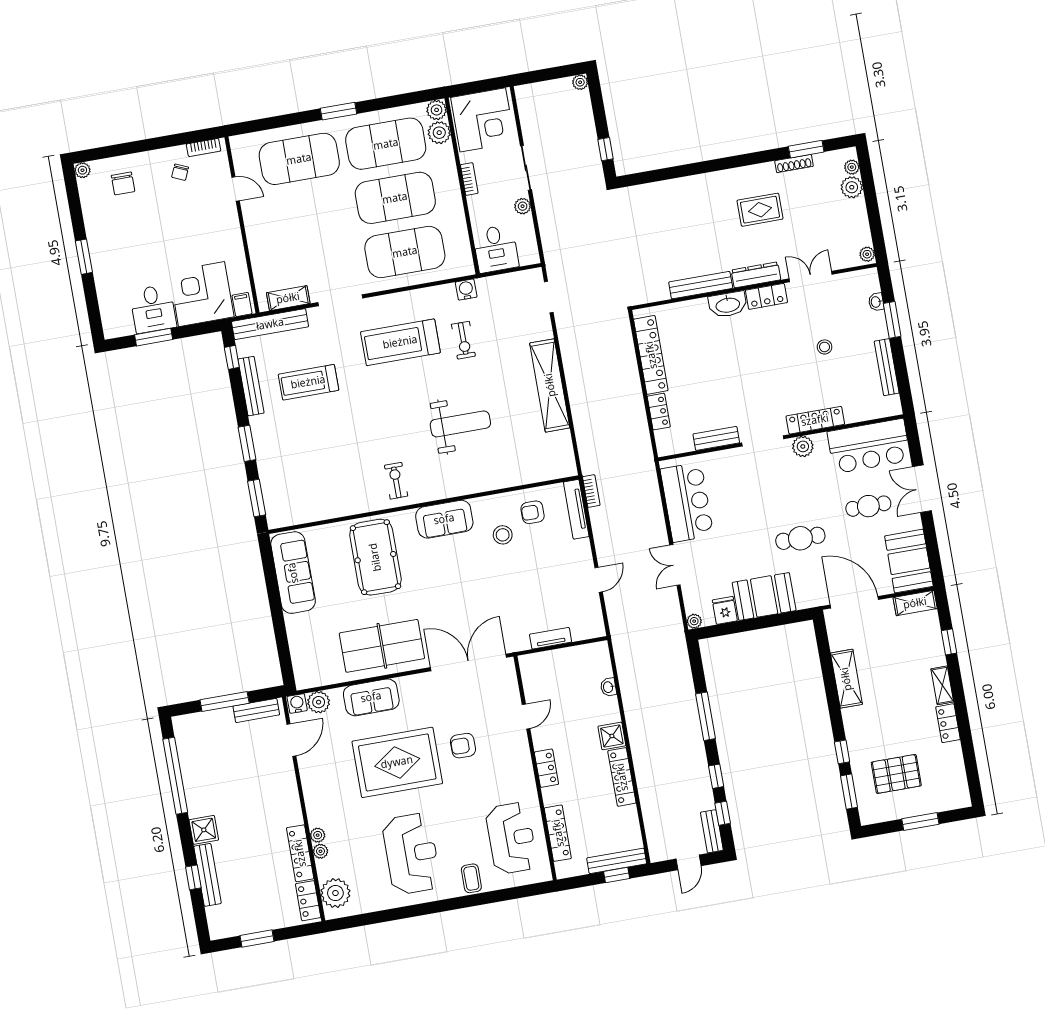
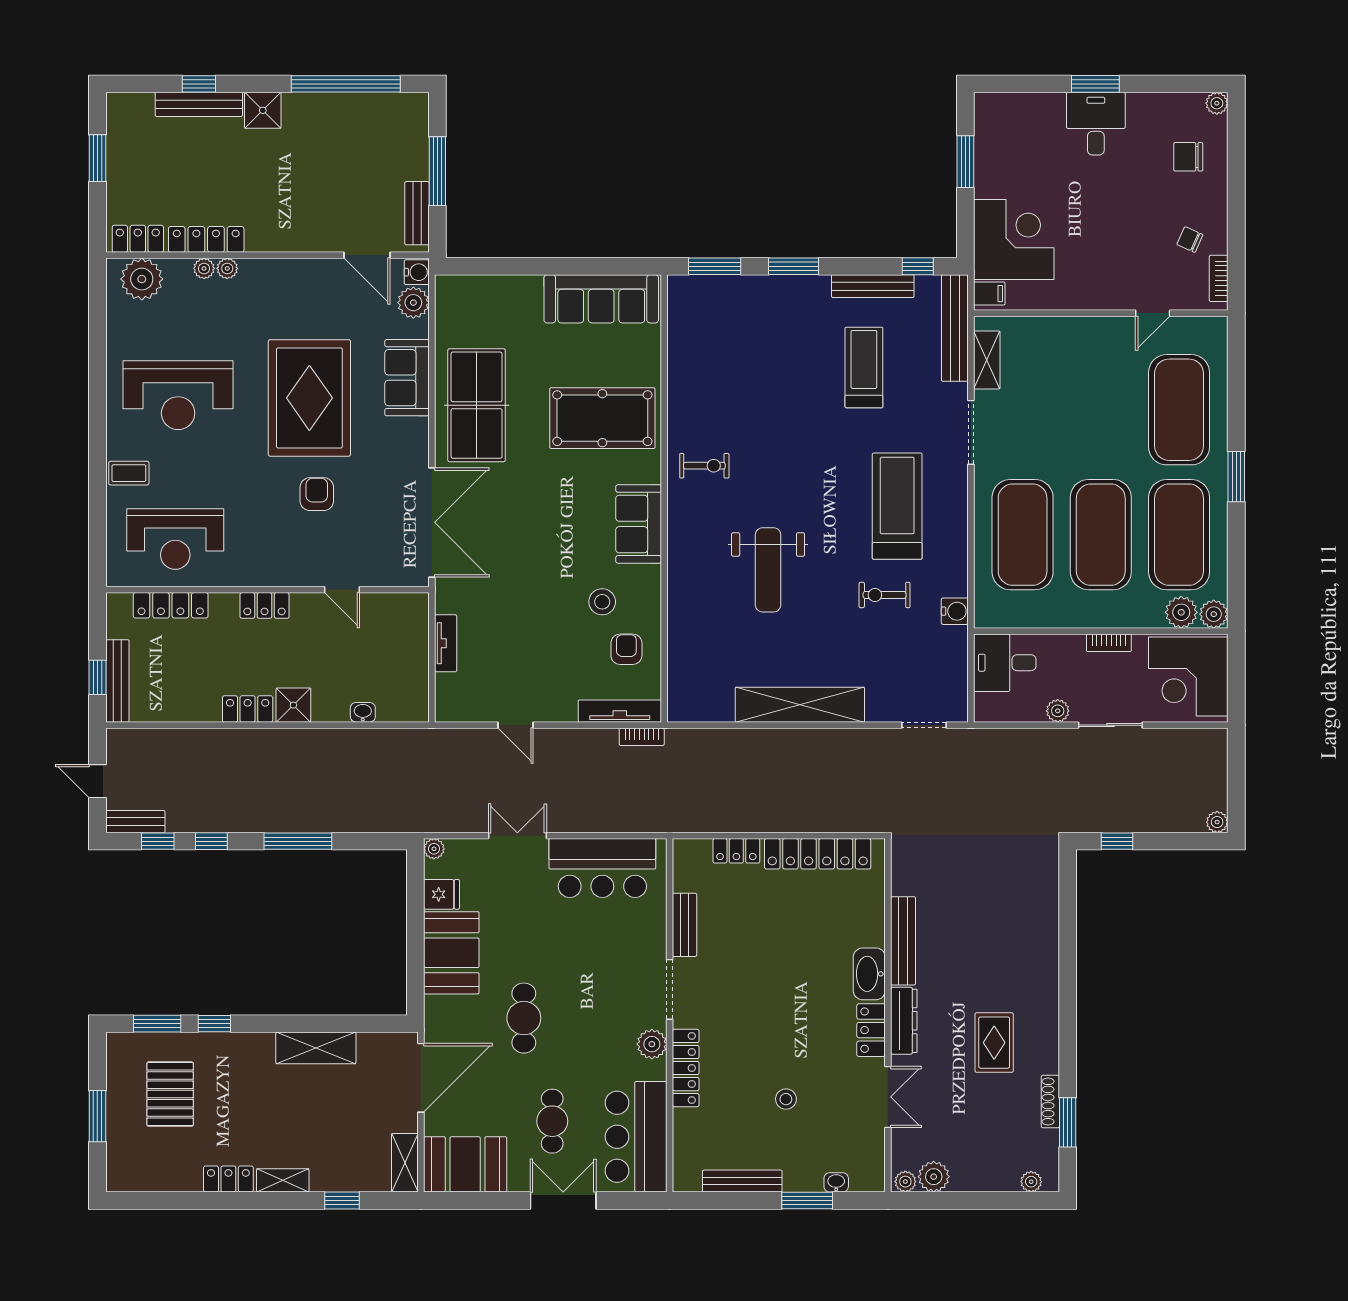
plant: (852, 187) -> (934, 1177), moved
desk: (153, 309) -> (1096, 124), moved, turned 90
locker: (622, 777) -> (248, 709), width x0.66

